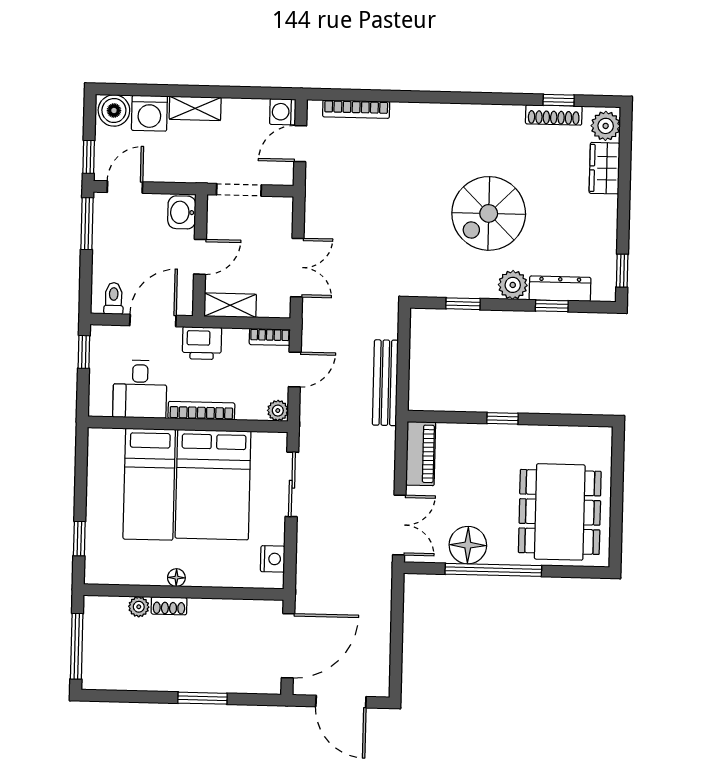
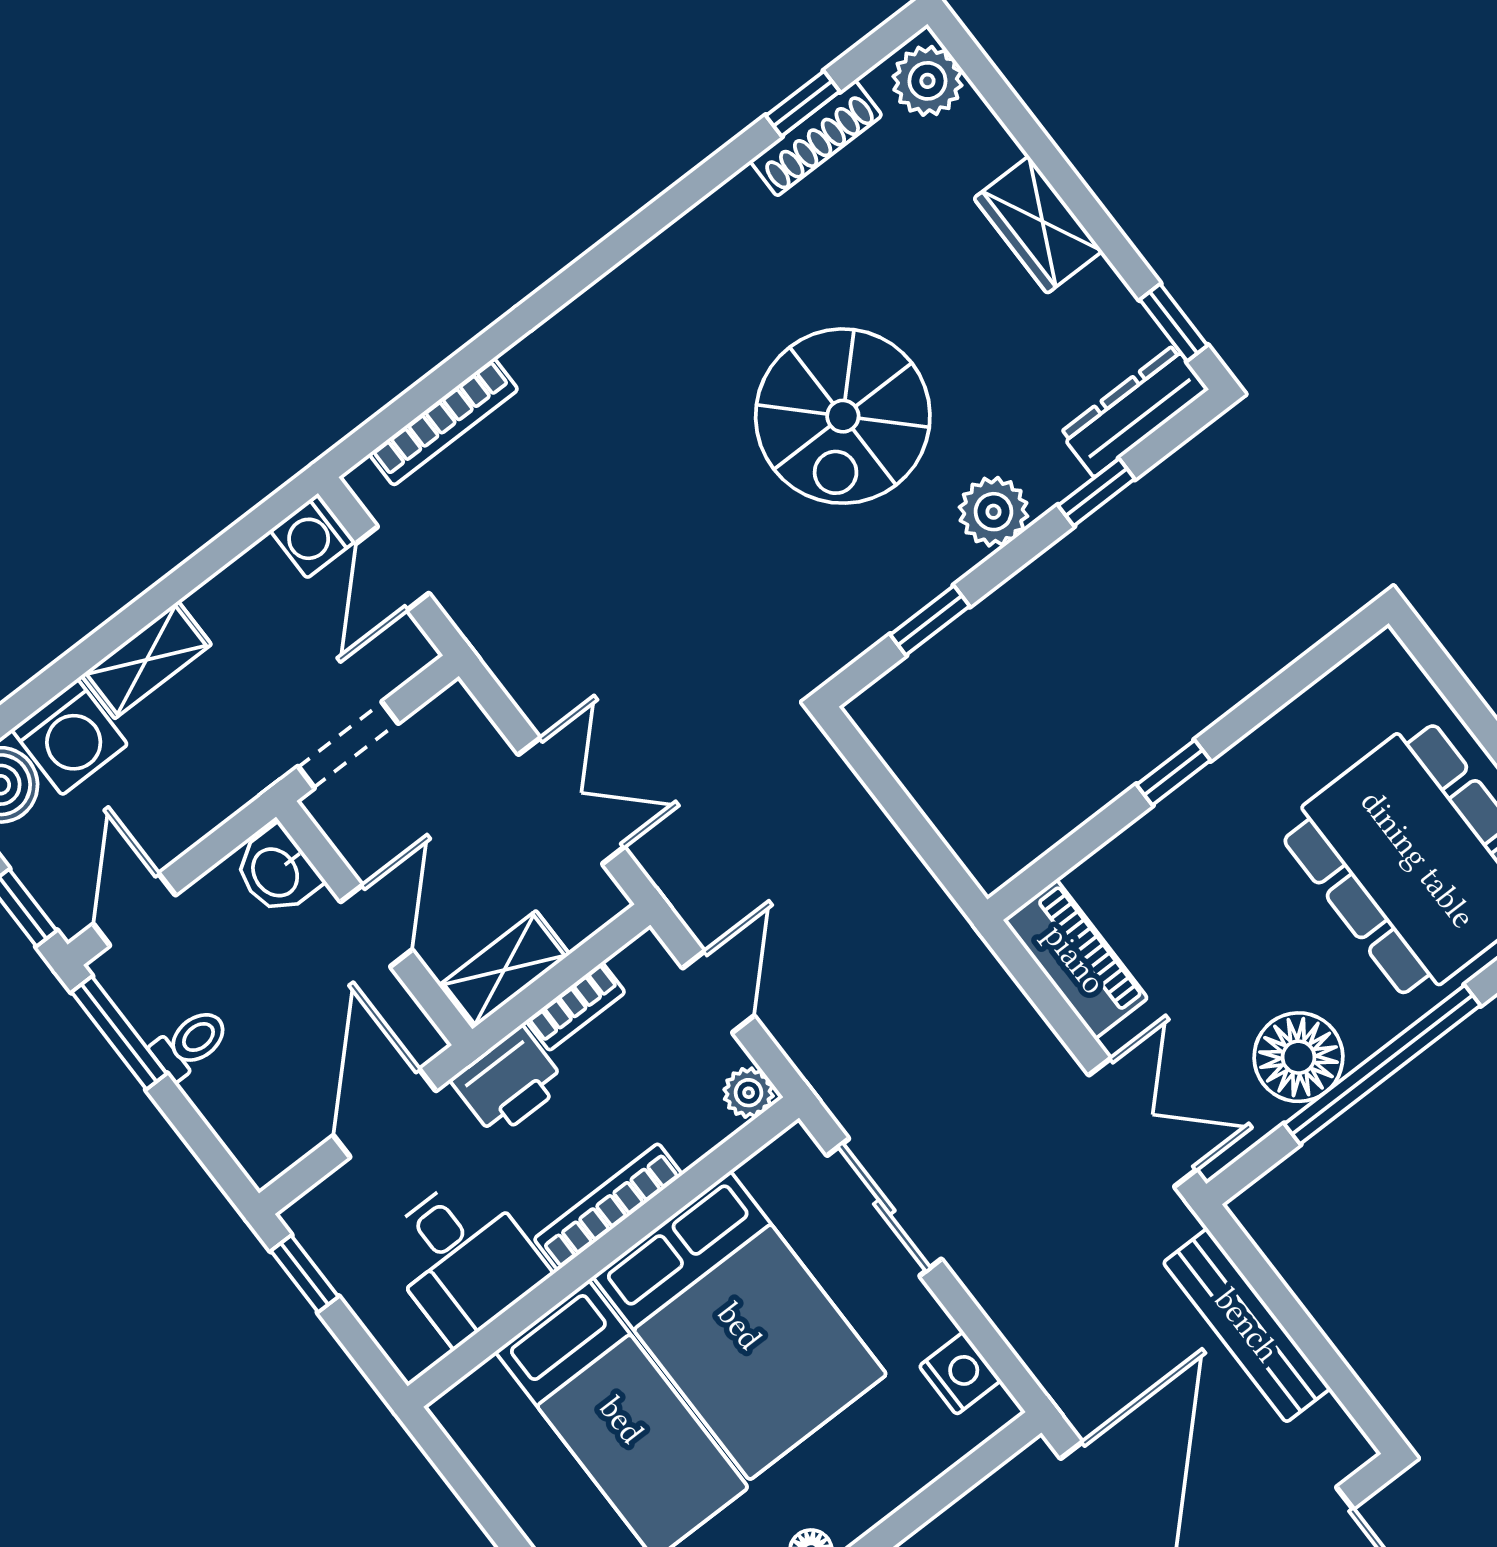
wardrobe: (604, 168) -> (1038, 225), moved
dresser: (560, 289) -> (1134, 411), moved
toilet: (114, 298) -> (190, 1043), moved, turned 90
bookcase: (270, 337) -> (576, 1007), moved
bench: (385, 383) -> (1247, 1325), moved

